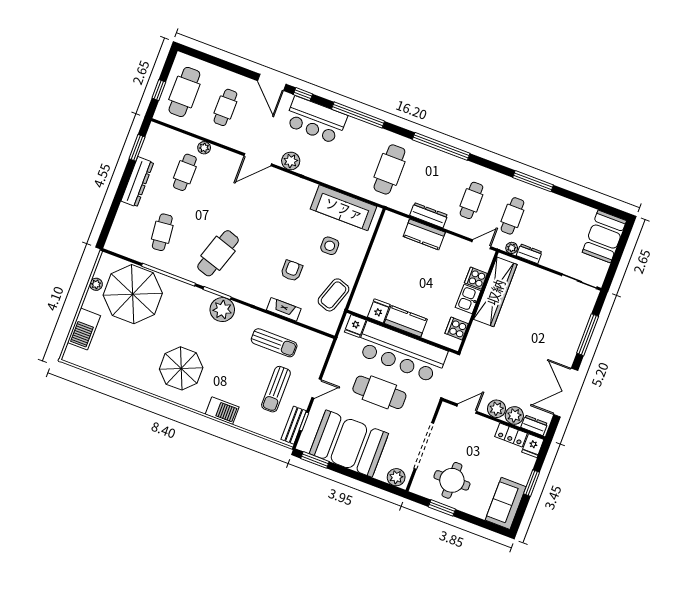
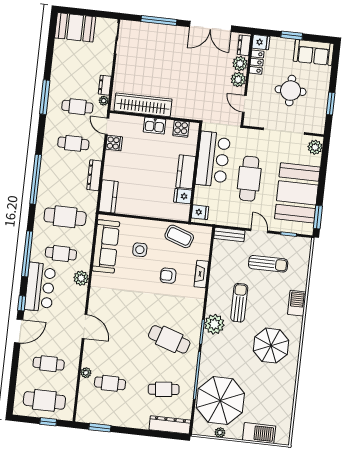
cafe table: (348, 154) -> (61, 254), added
plant: (291, 161) -> (81, 278), moved
dresser: (137, 182) -> (170, 425), moved
kitchen counter: (424, 234) -> (108, 196), moved
cooker: (476, 278) -> (114, 143), moved, turned -90
sun lounger: (274, 343) -> (239, 303), moved
bar counter: (402, 352) -> (213, 159), width x0.73
bench: (294, 425) -> (229, 235), moved
round table: (452, 480) -> (291, 91), moved

